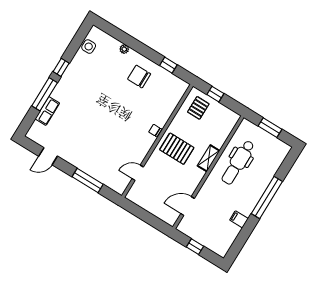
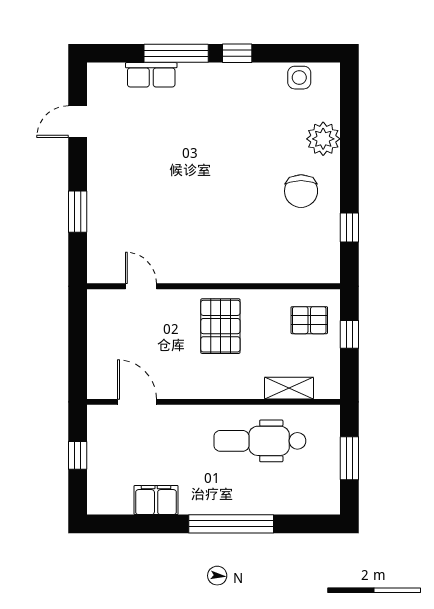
plant: (124, 49) -> (323, 139), width x1.88, depth x1.88
chair: (139, 77) -> (301, 191), turned 180
chair: (155, 131) -> (228, 272), removed
door: (48, 156) -> (78, 122), hinge flipped
shelving: (209, 158) -> (289, 388), moved
window: (88, 181) -> (78, 212), width x0.69
filing cabinet: (239, 219) -> (156, 500), width x2.00

